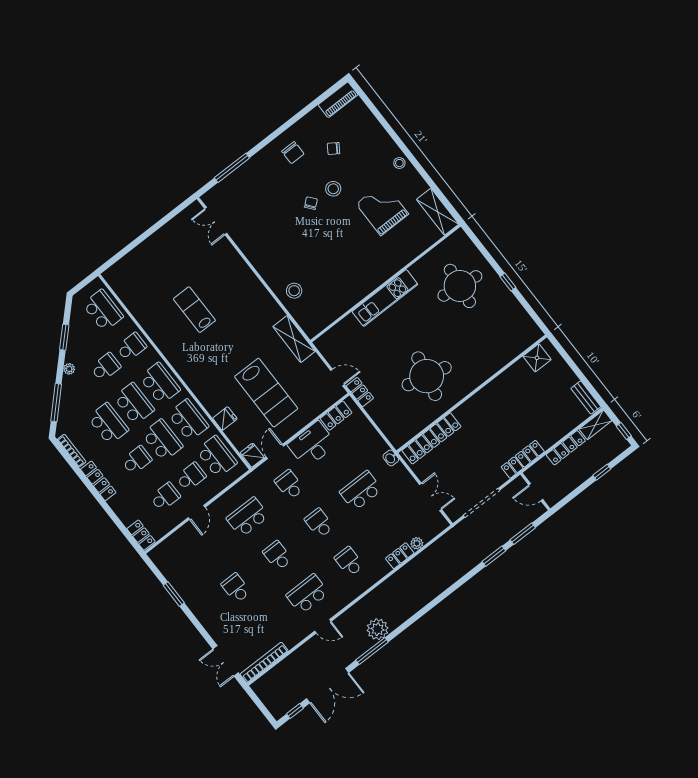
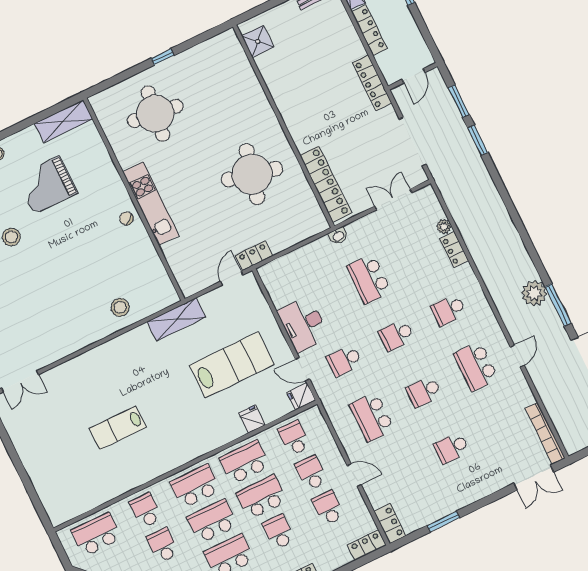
chair: (311, 203) -> (126, 218), moved
locker: (336, 416) -> (390, 524), moved
school desk: (217, 457) -> (294, 438), width x0.54

